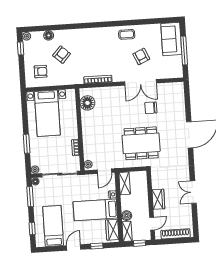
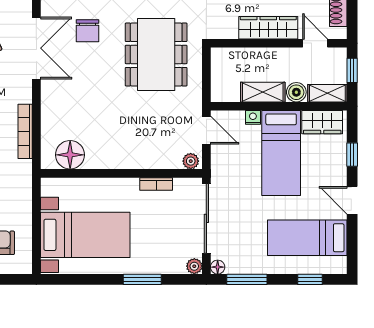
shelving: (125, 183) -> (263, 92), moved
wardrobe: (158, 199) -> (268, 28), width x1.50

